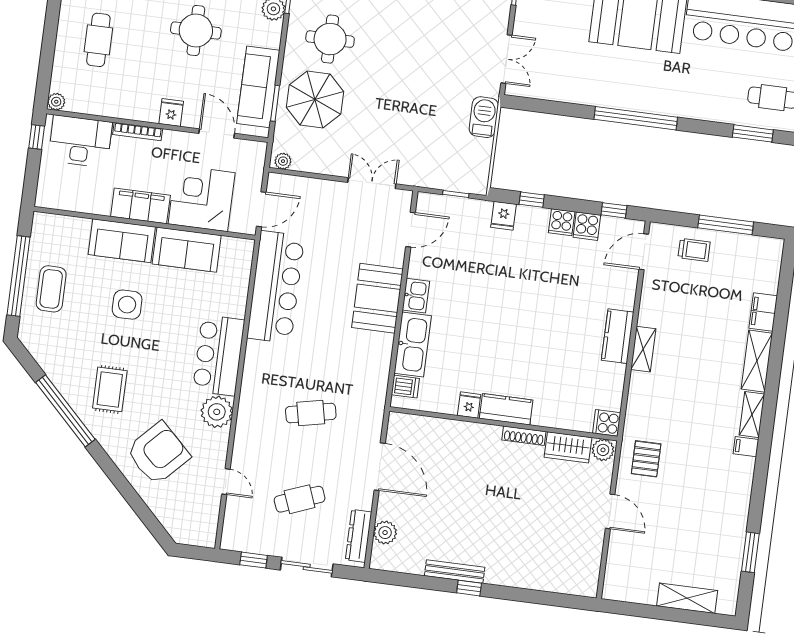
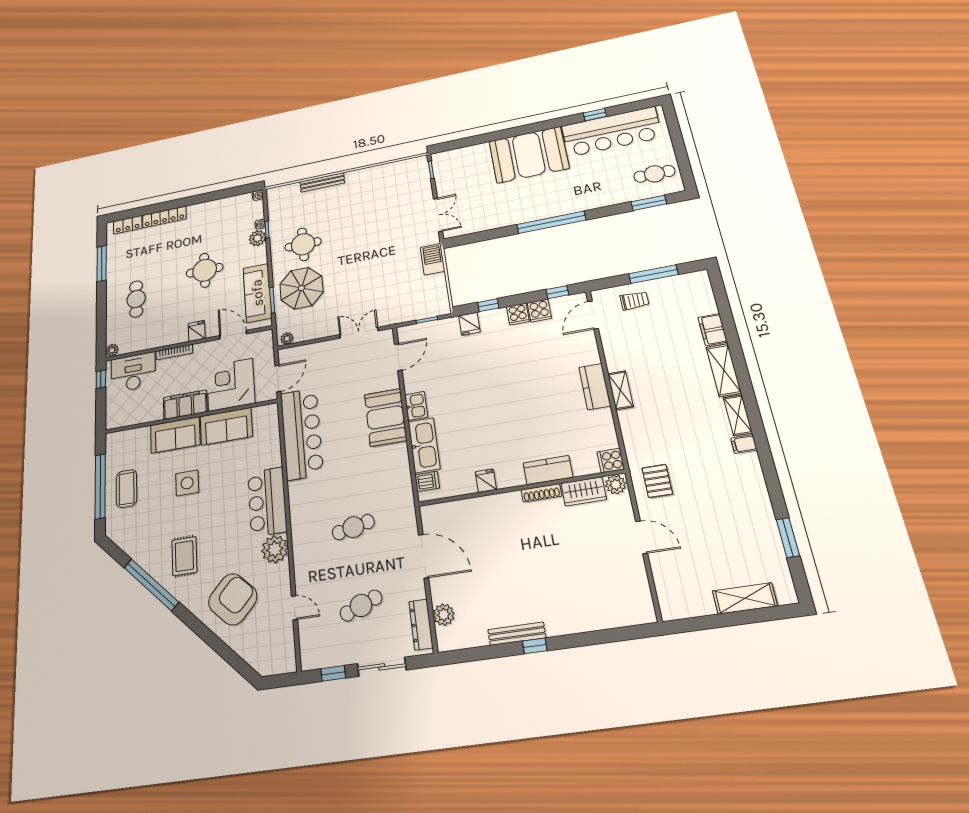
kitchen counter: (506, 409) -> (548, 470), moved

